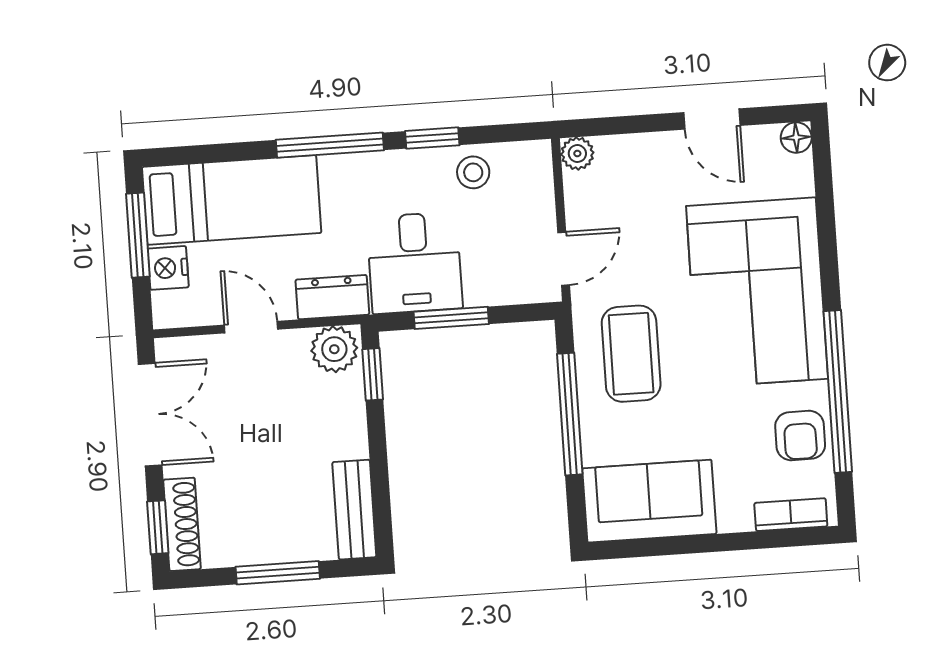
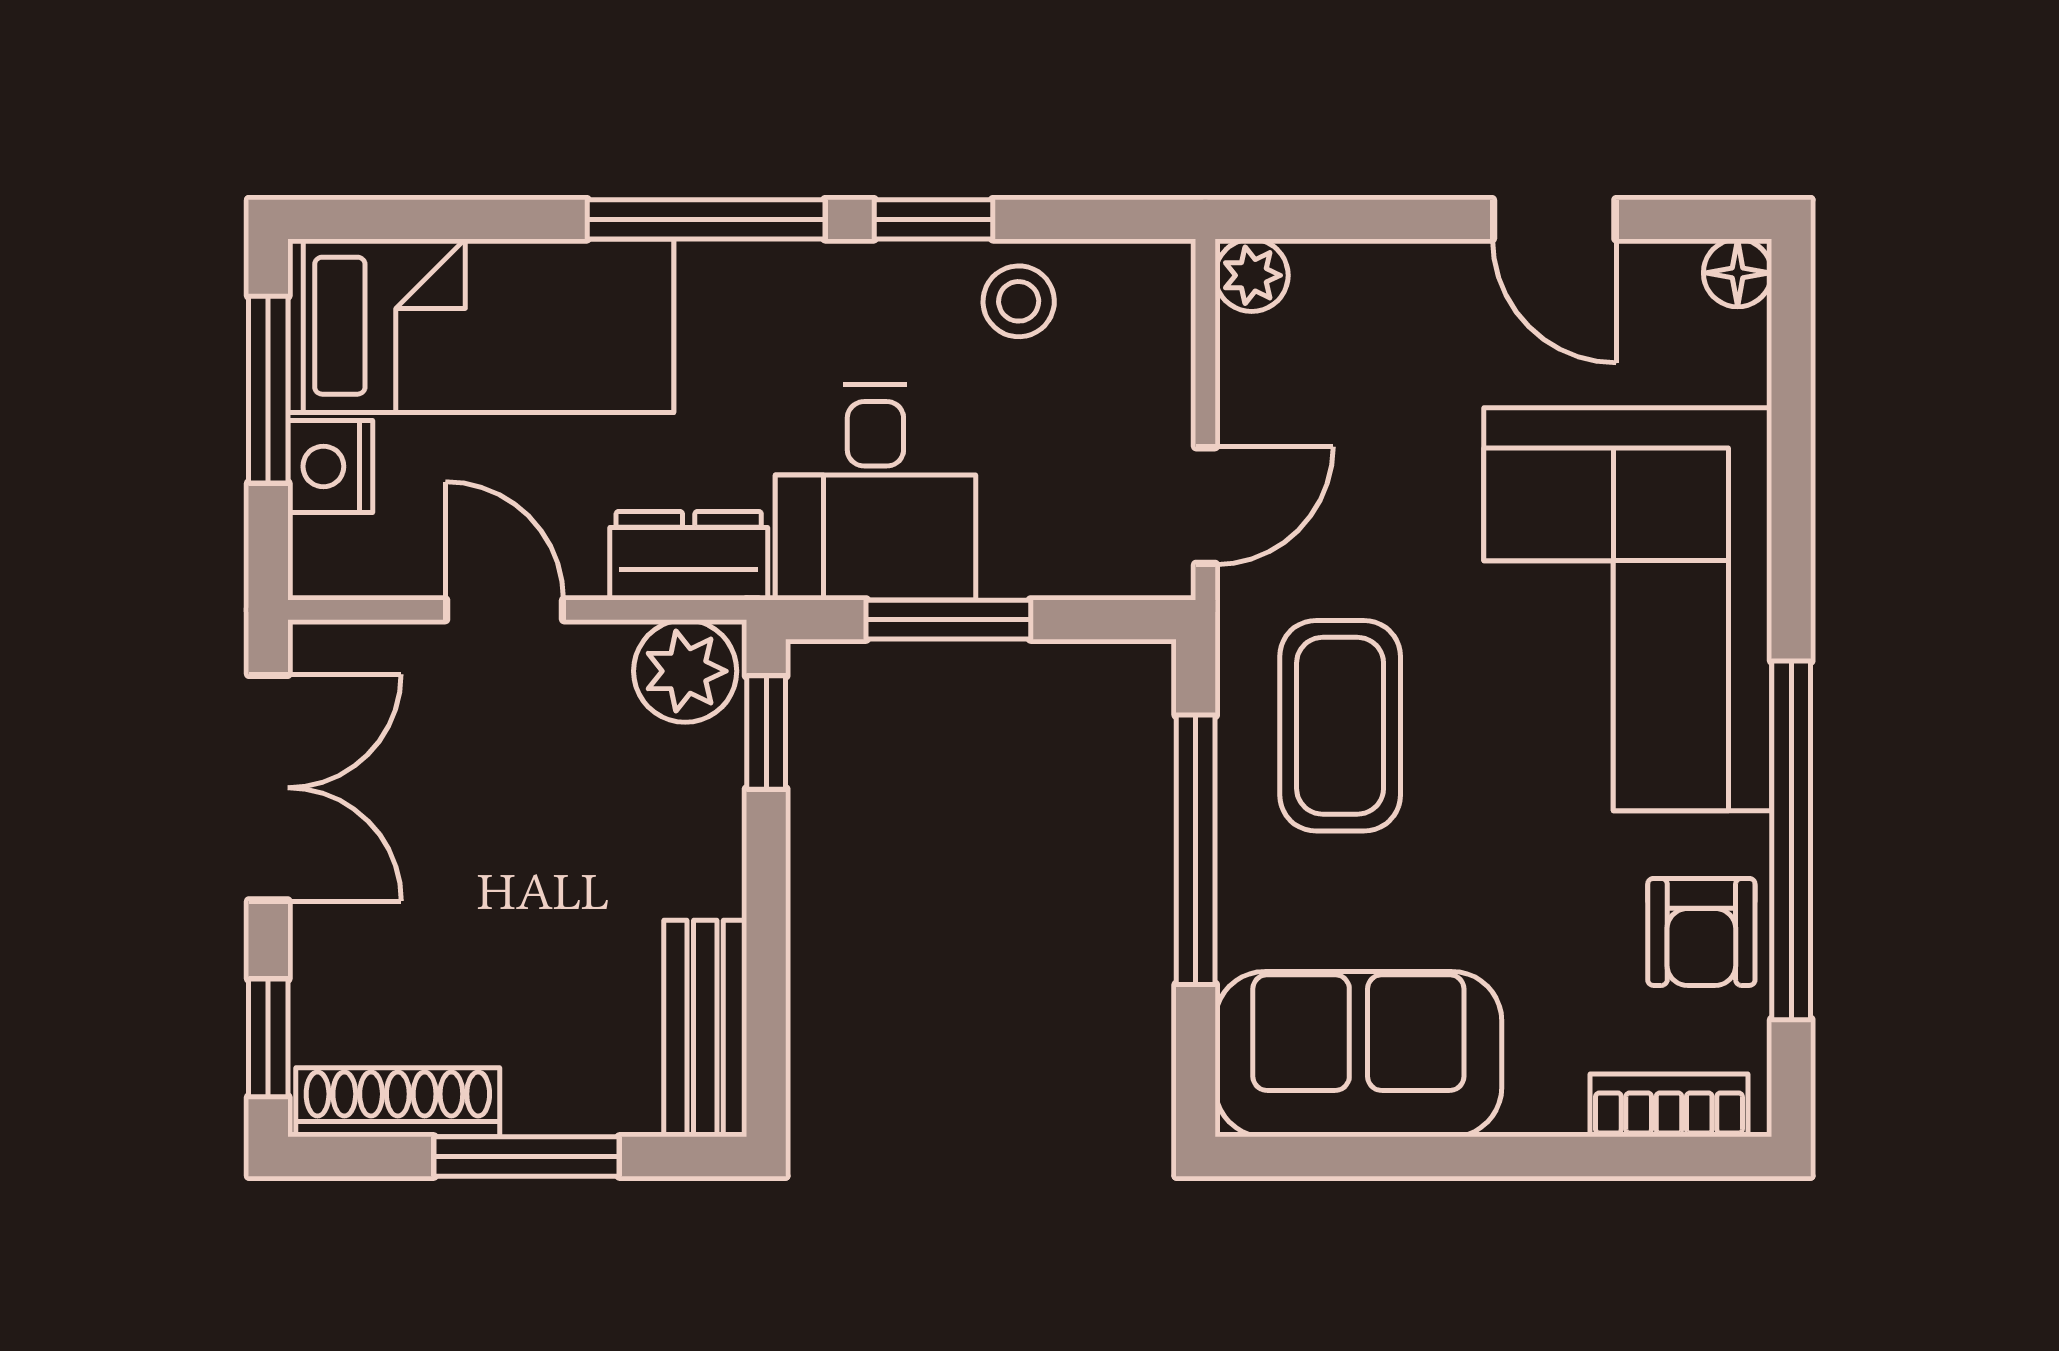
shoe rack: (182, 524) -> (398, 1102), moved, turned -90

